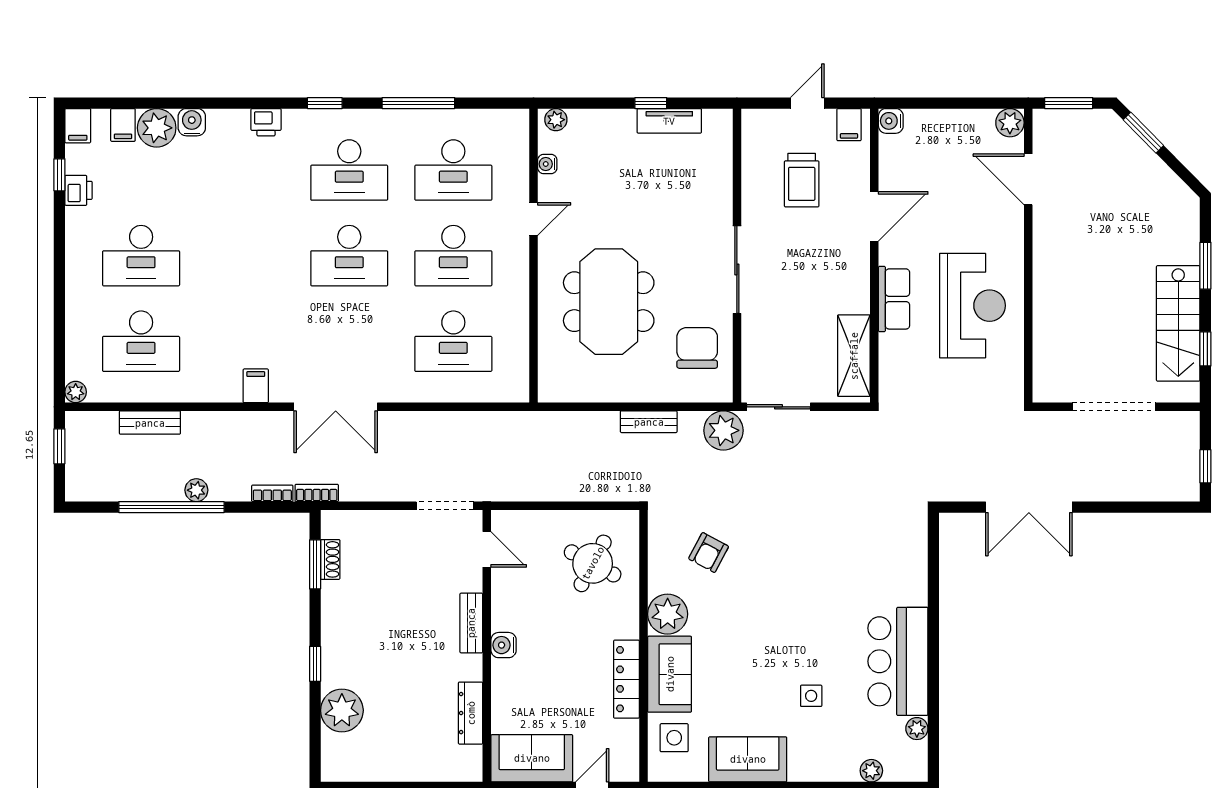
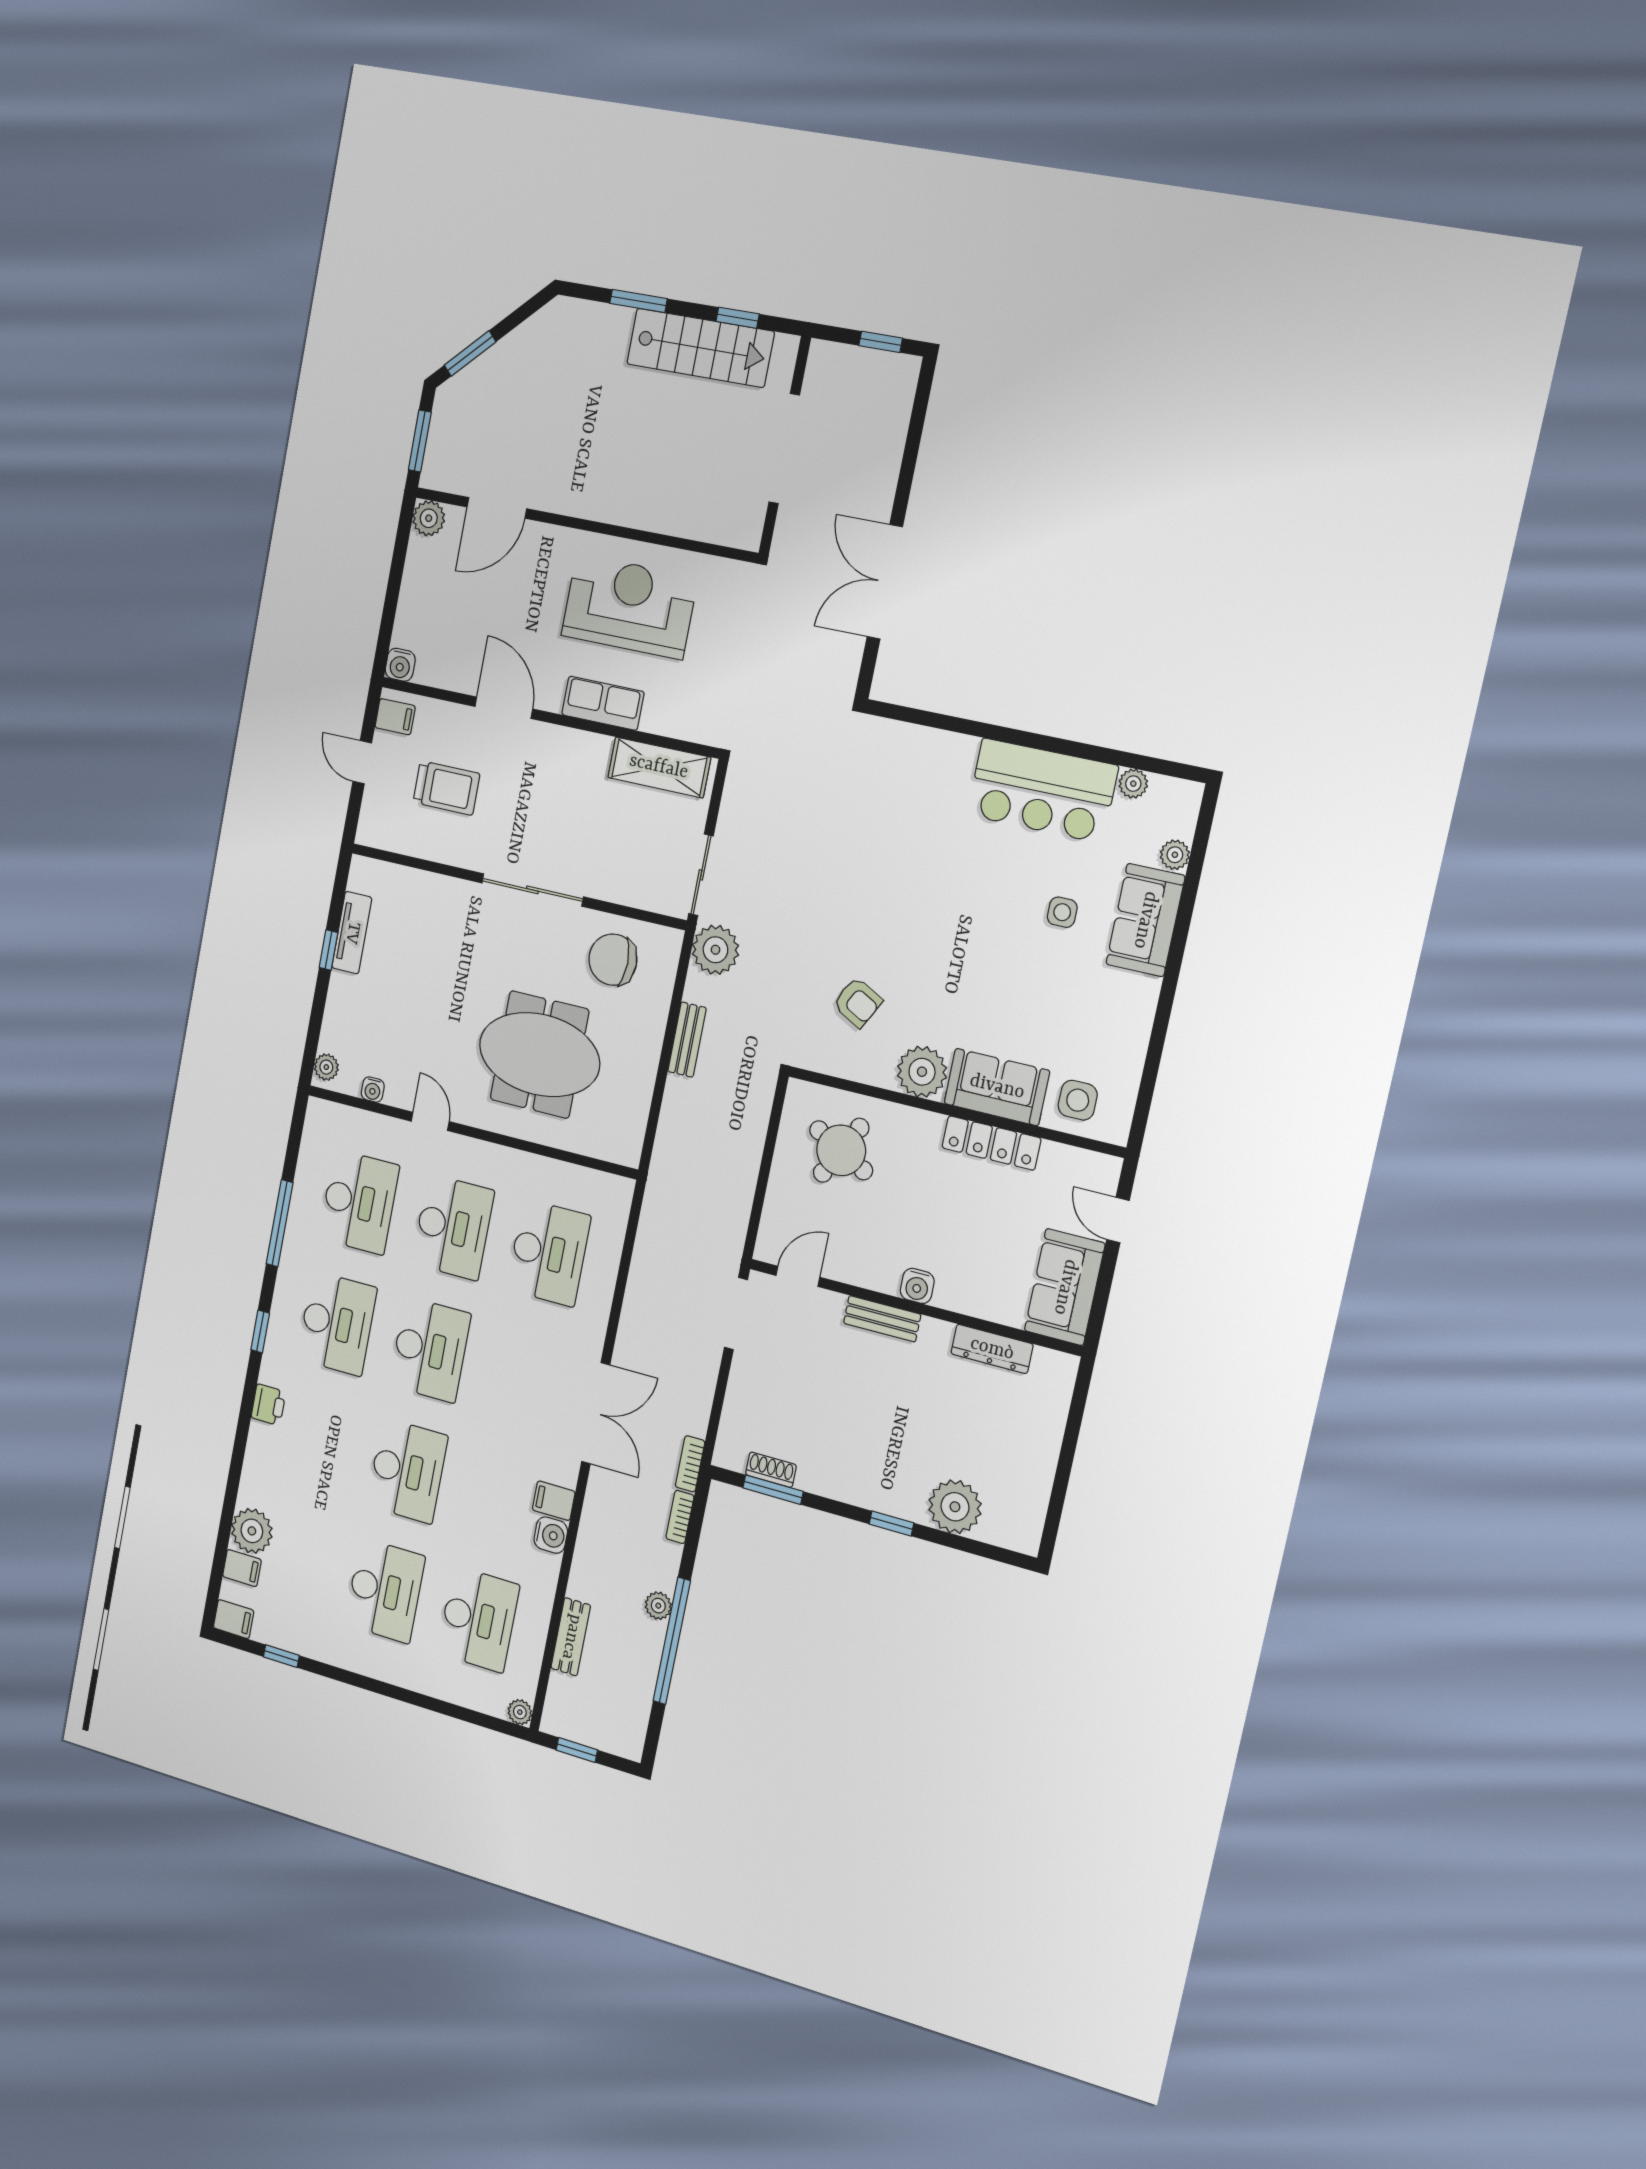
water cooler: (192, 122) -> (551, 1535), moved, turned 180
printer: (79, 190) -> (302, 1640), removed
desk: (245, 256) -> (407, 1471), added
double door: (1029, 507) -> (885, 582), swing flipped
sofa: (748, 759) -> (1145, 920), moved

